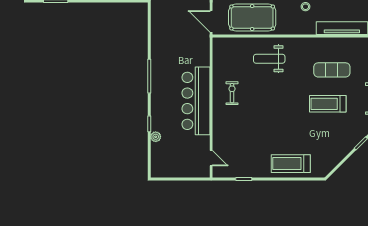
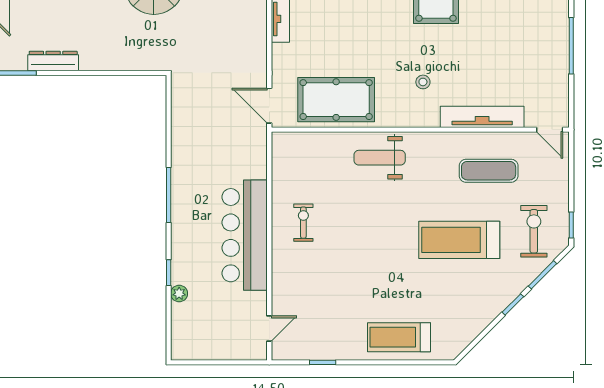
weight bench: (269, 59) -> (380, 158), moved
exercise mat: (332, 70) -> (489, 171), moved
treadmill: (328, 104) -> (459, 240), width x1.37, depth x1.38
door: (211, 158) -> (269, 329), hinge flipped

